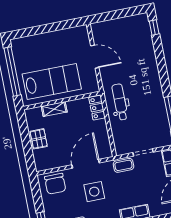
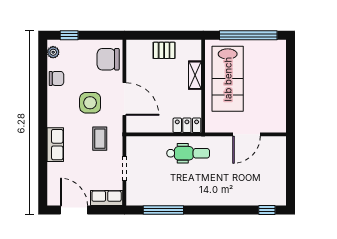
coffee table: (123, 165) -> (100, 139), moved

